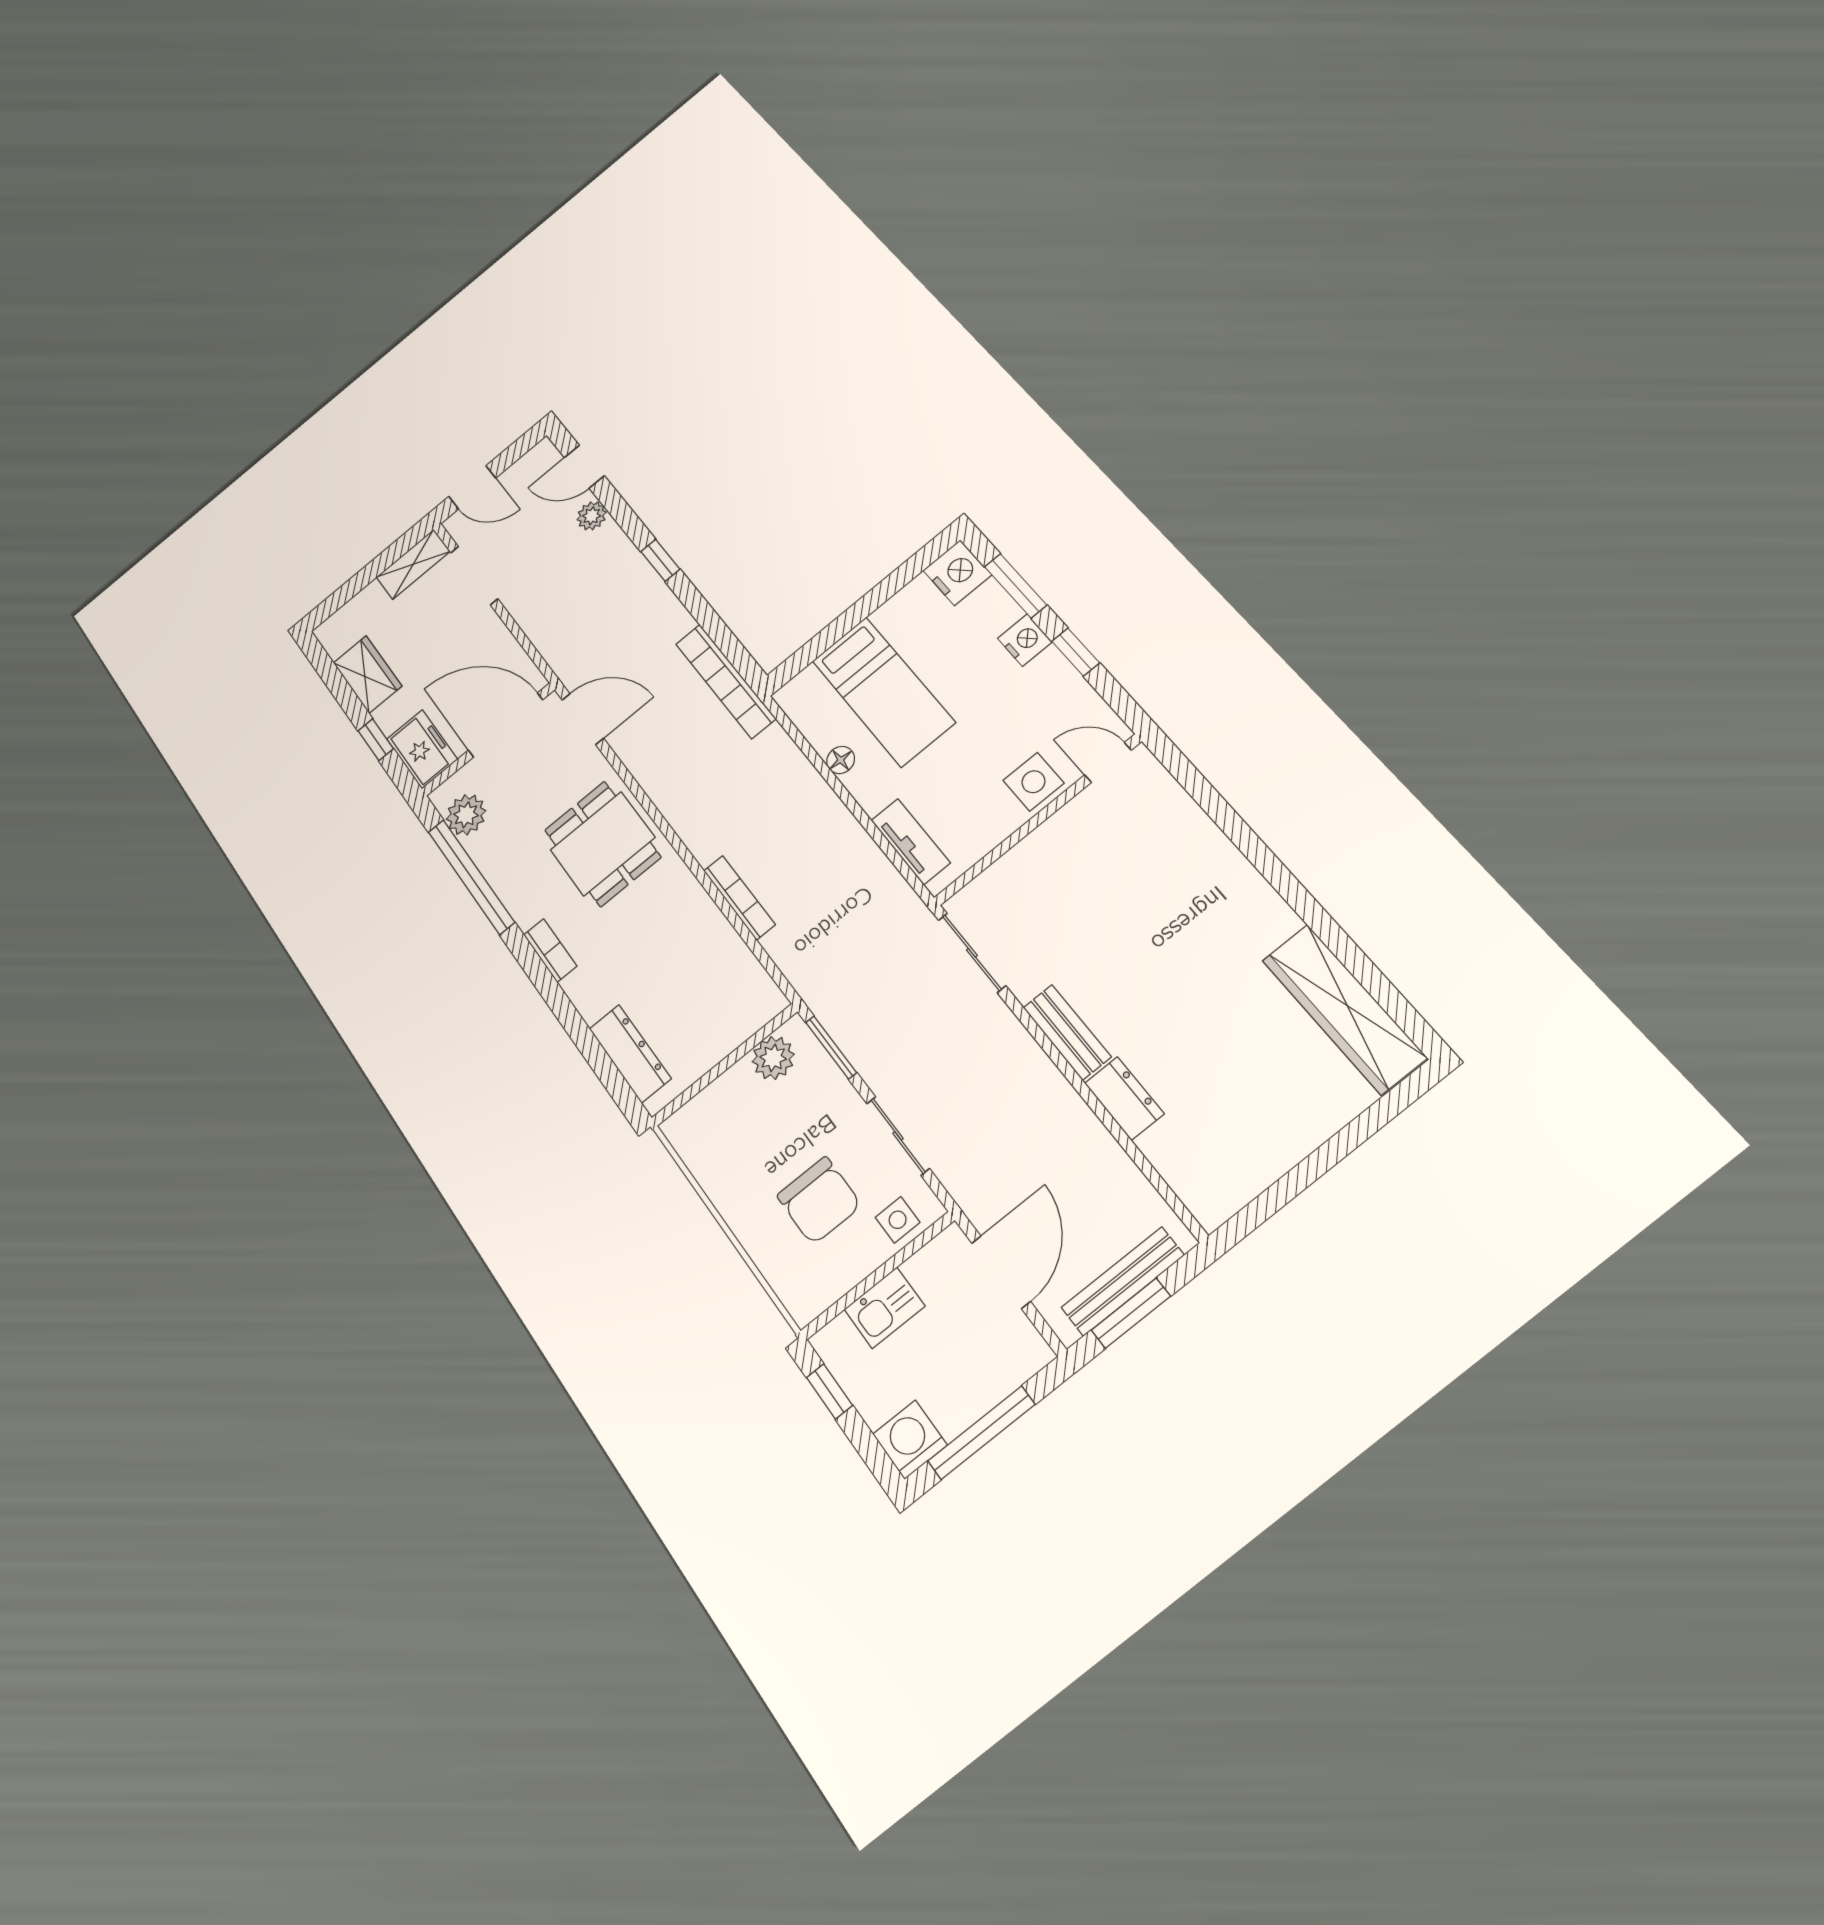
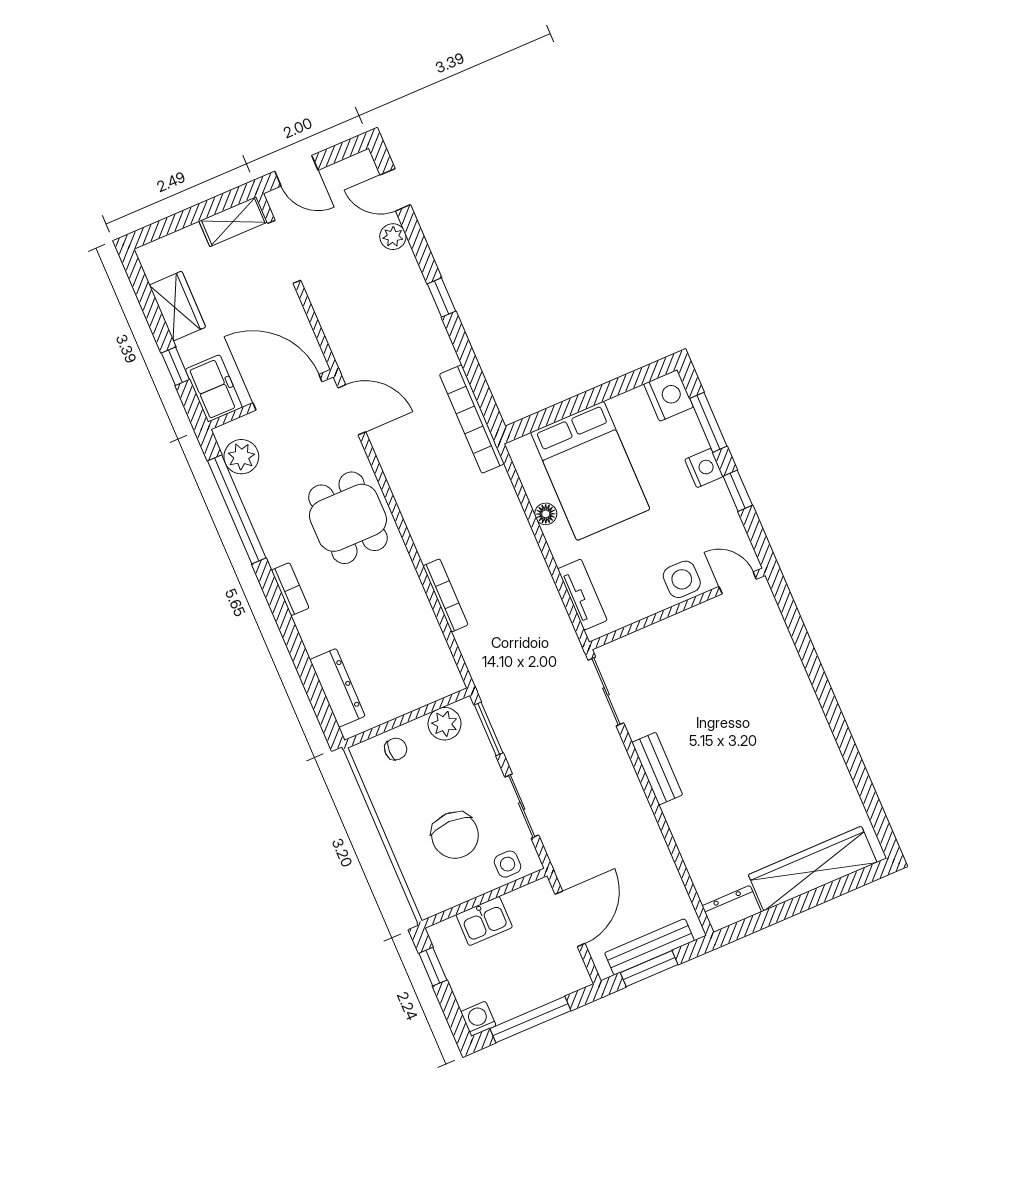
bed: (883, 691) -> (590, 471), width x1.50
wardrobe: (1344, 1009) -> (813, 869), moved, turned 90
dresser: (1124, 1098) -> (732, 909), moved, turned -90
chair: (718, 1109) -> (396, 749), added
washing machine: (910, 1440) -> (478, 1019), width x0.73, depth x0.73

